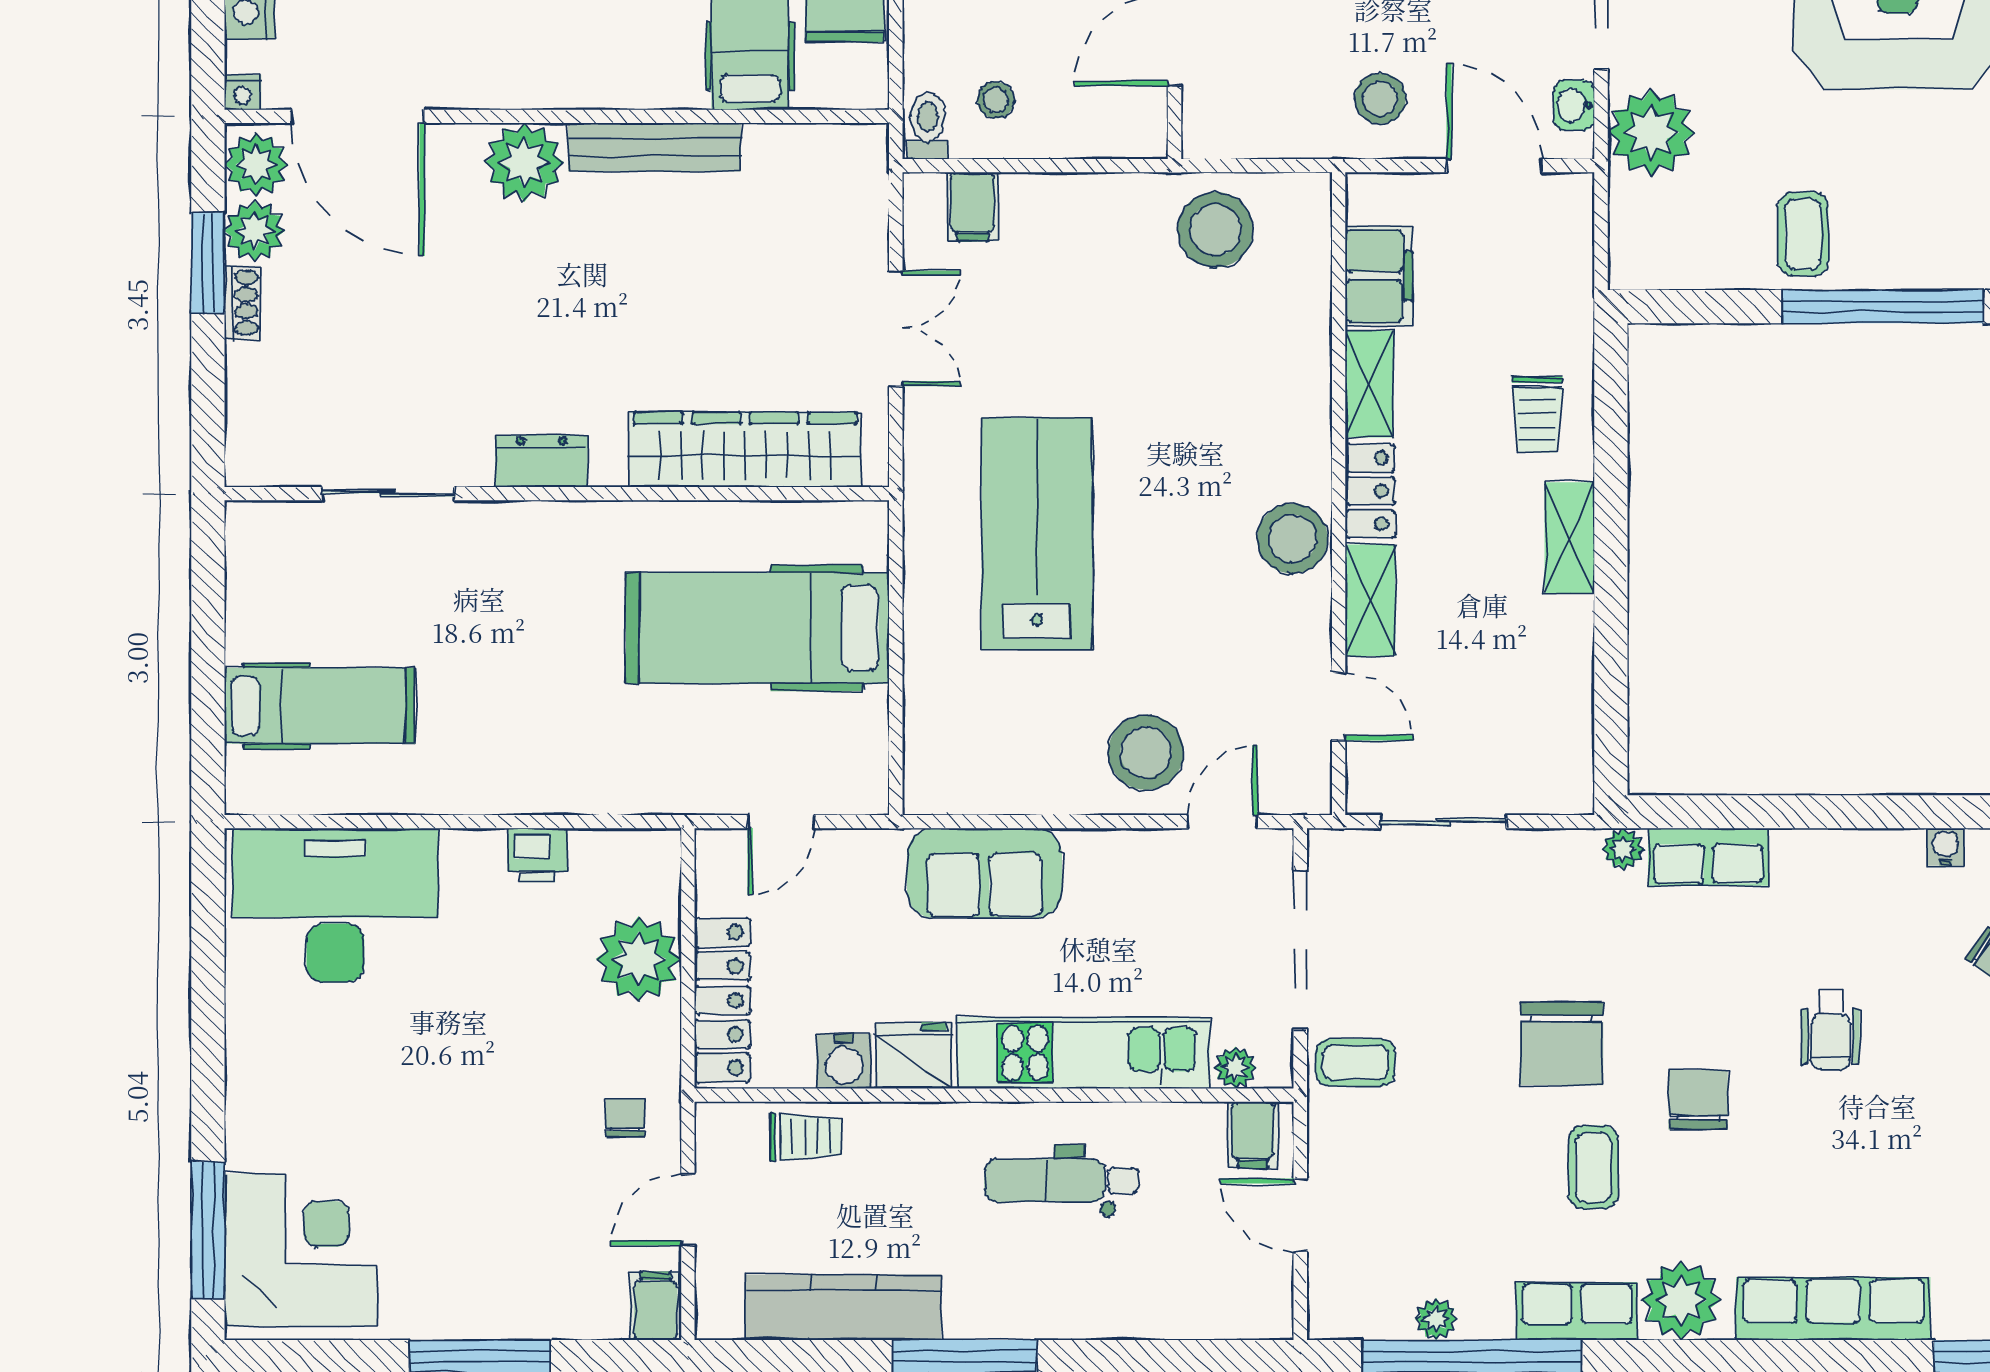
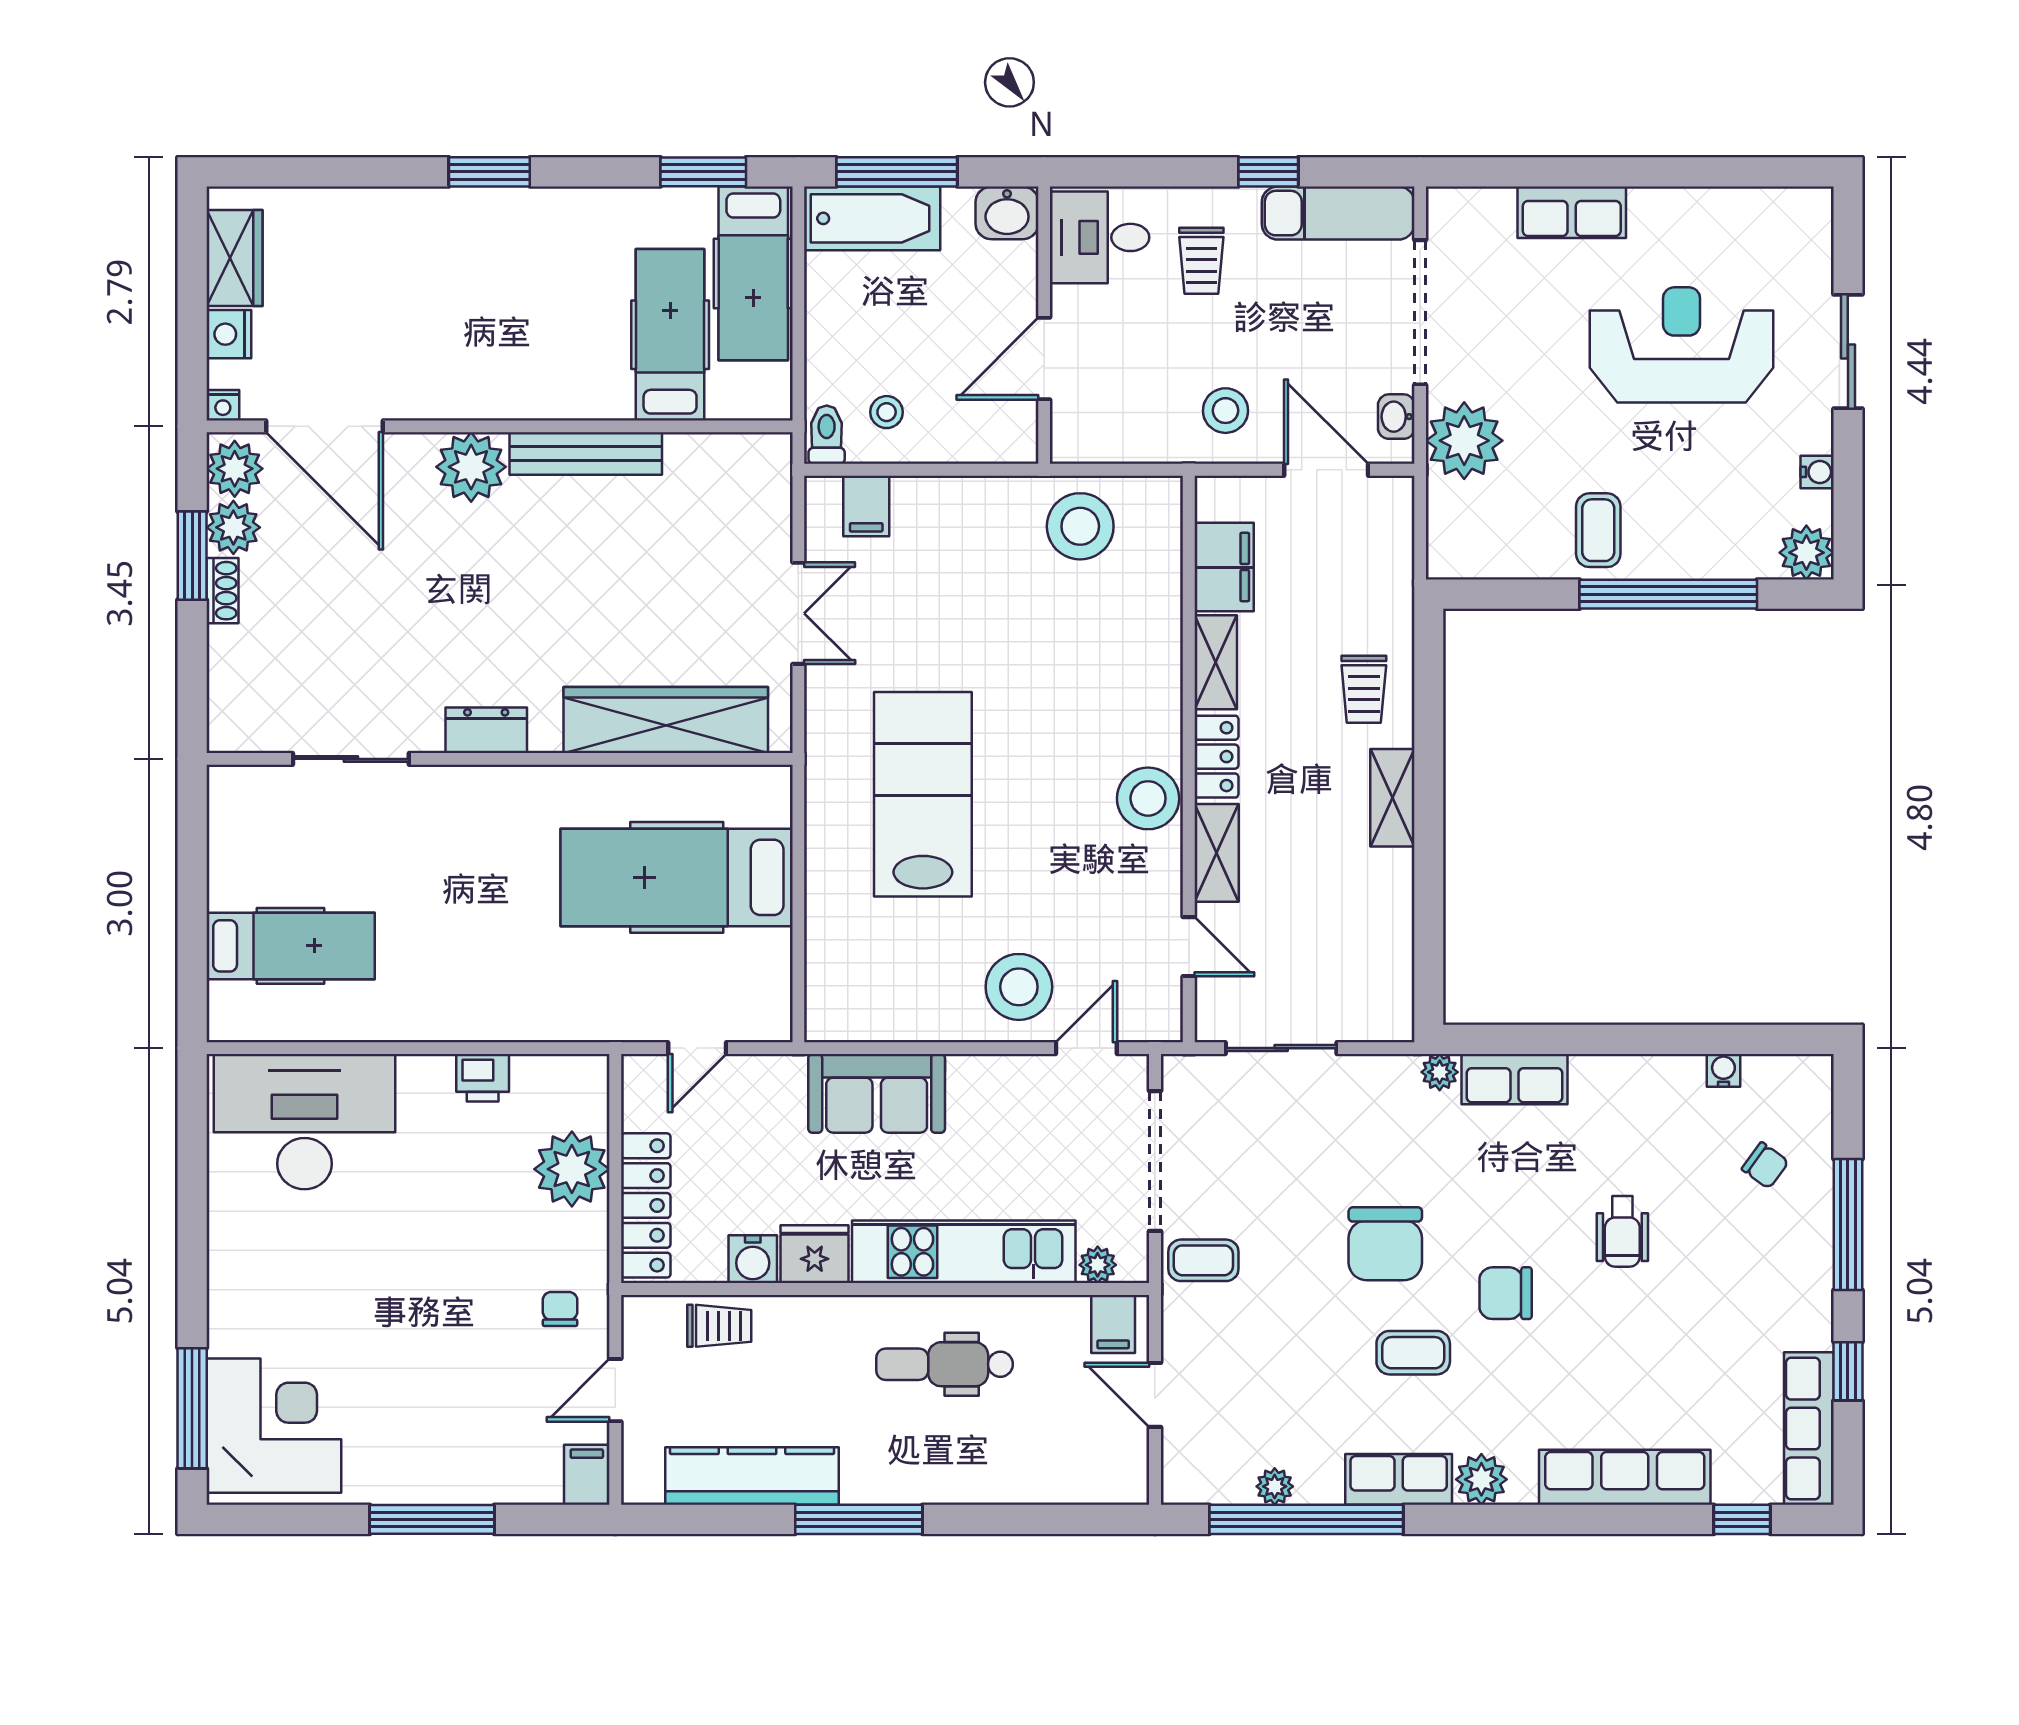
chair: (1698, 1100) -> (1506, 1293), turned -90
coffee table: (1593, 1167) -> (1413, 1353), turned 90
plant: (1681, 1300) -> (1481, 1479), width x0.73, depth x0.73

